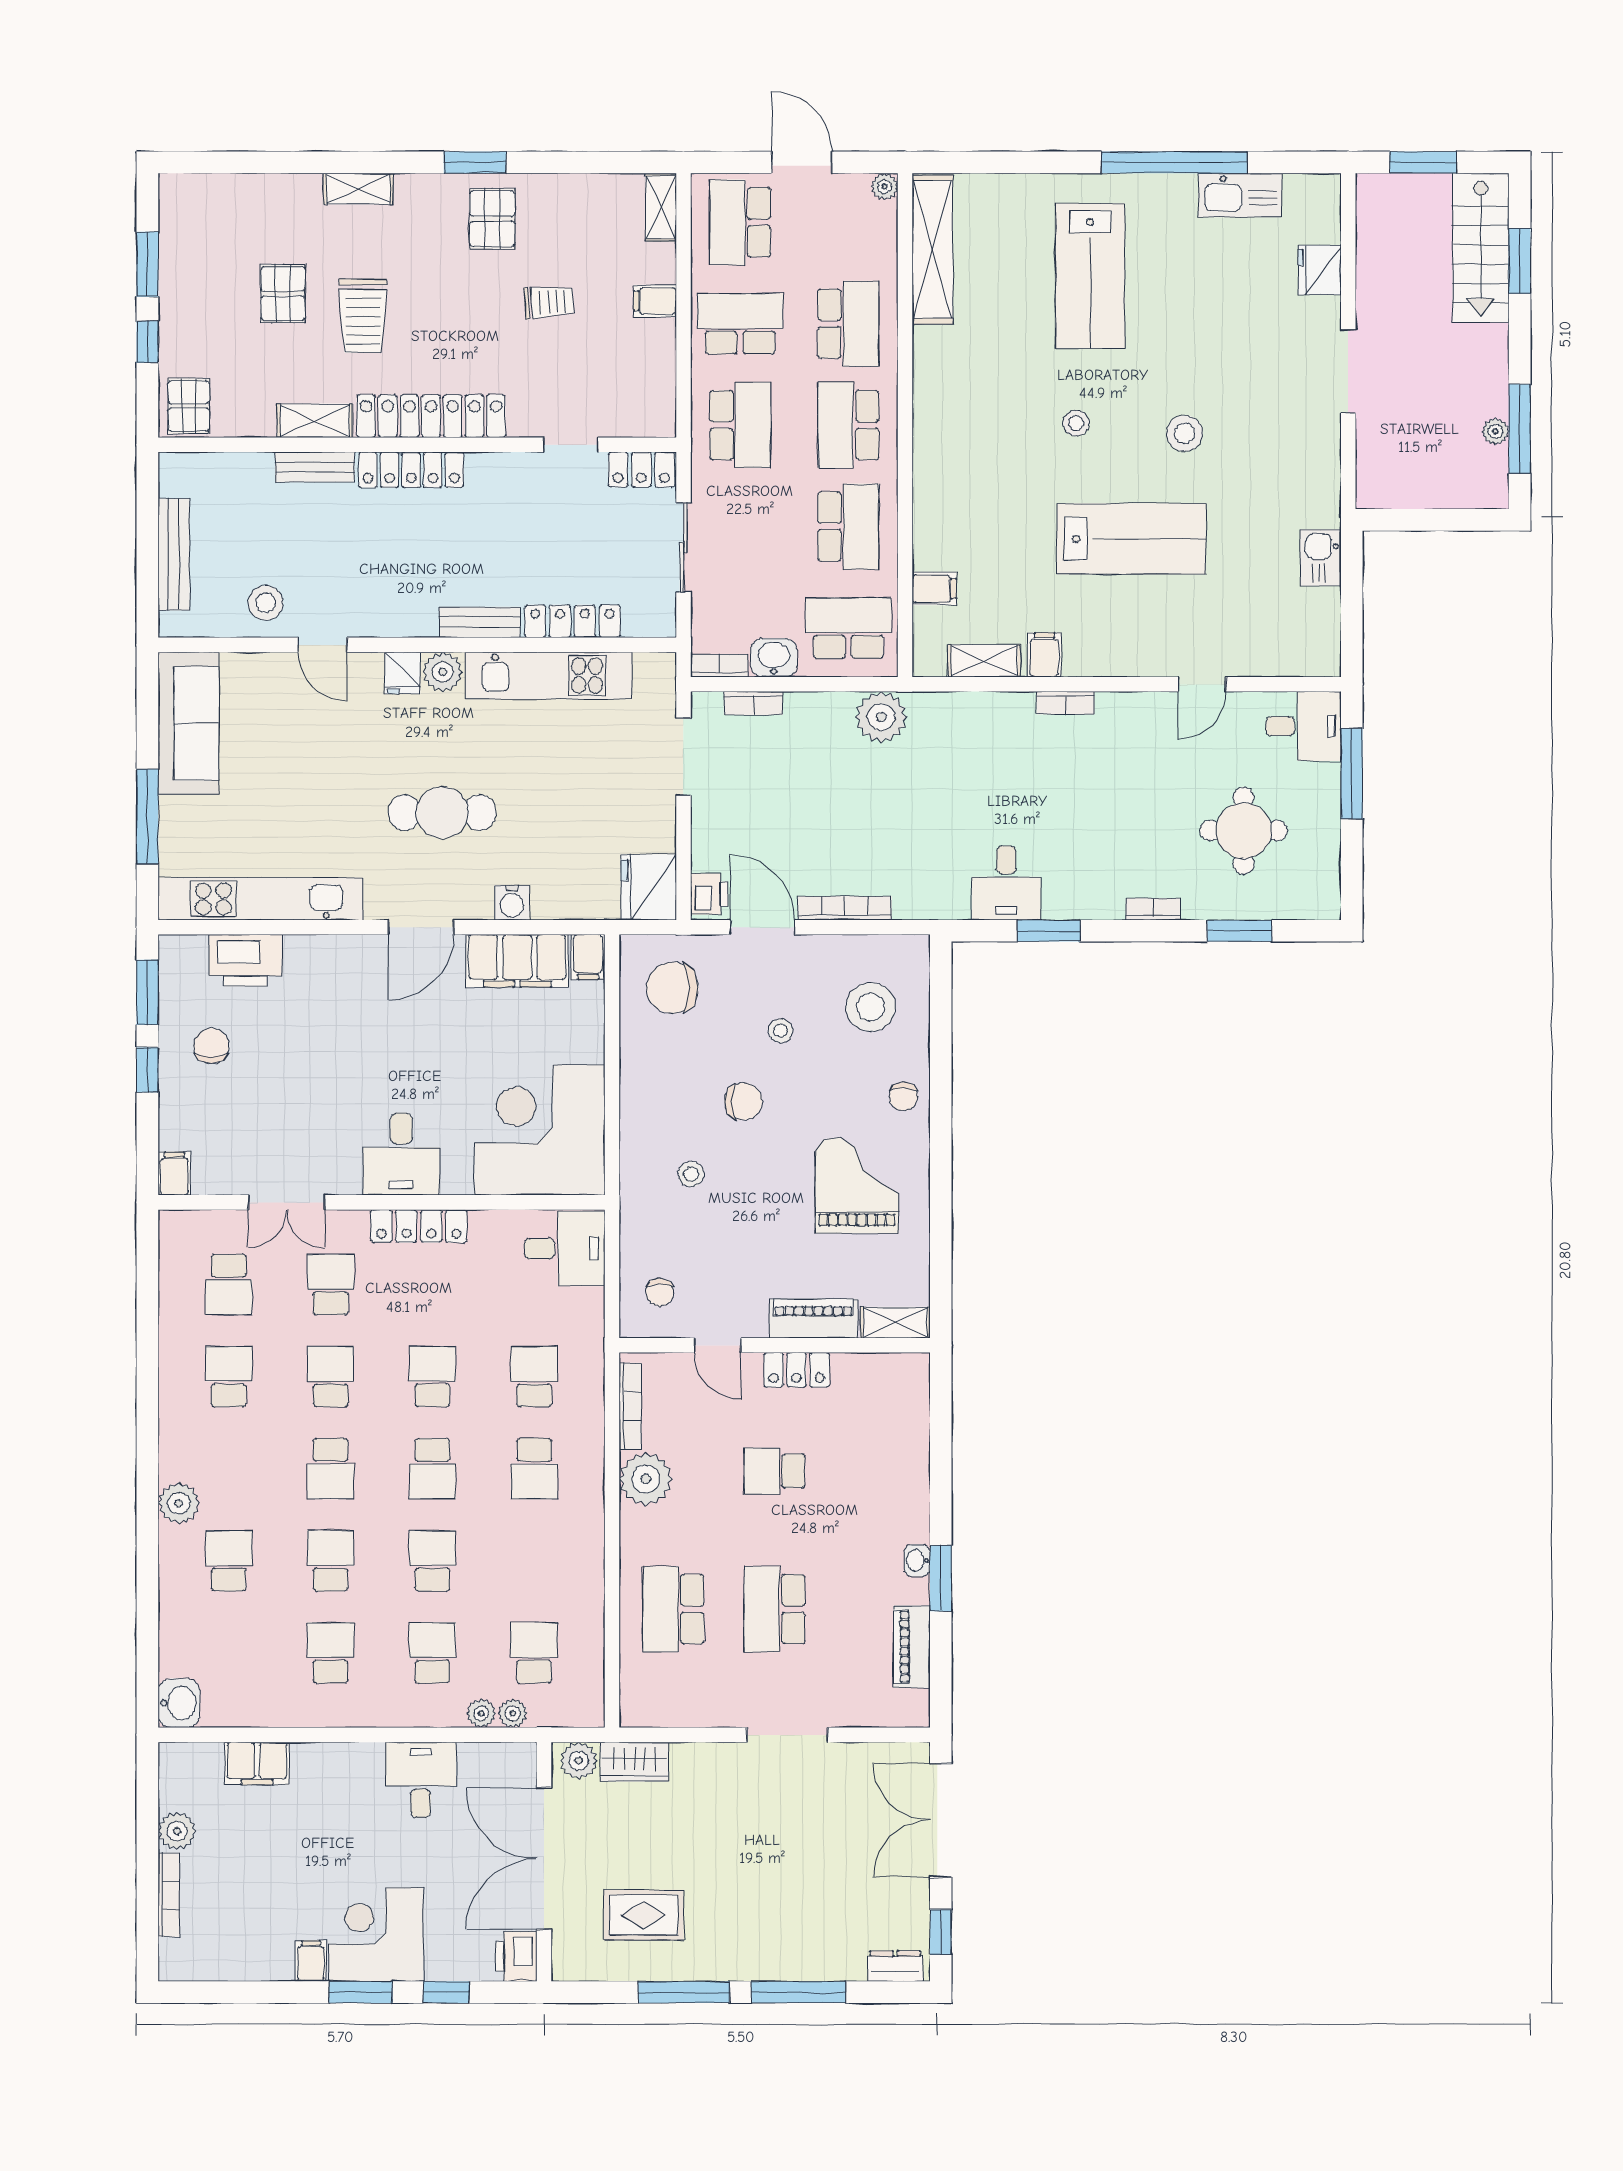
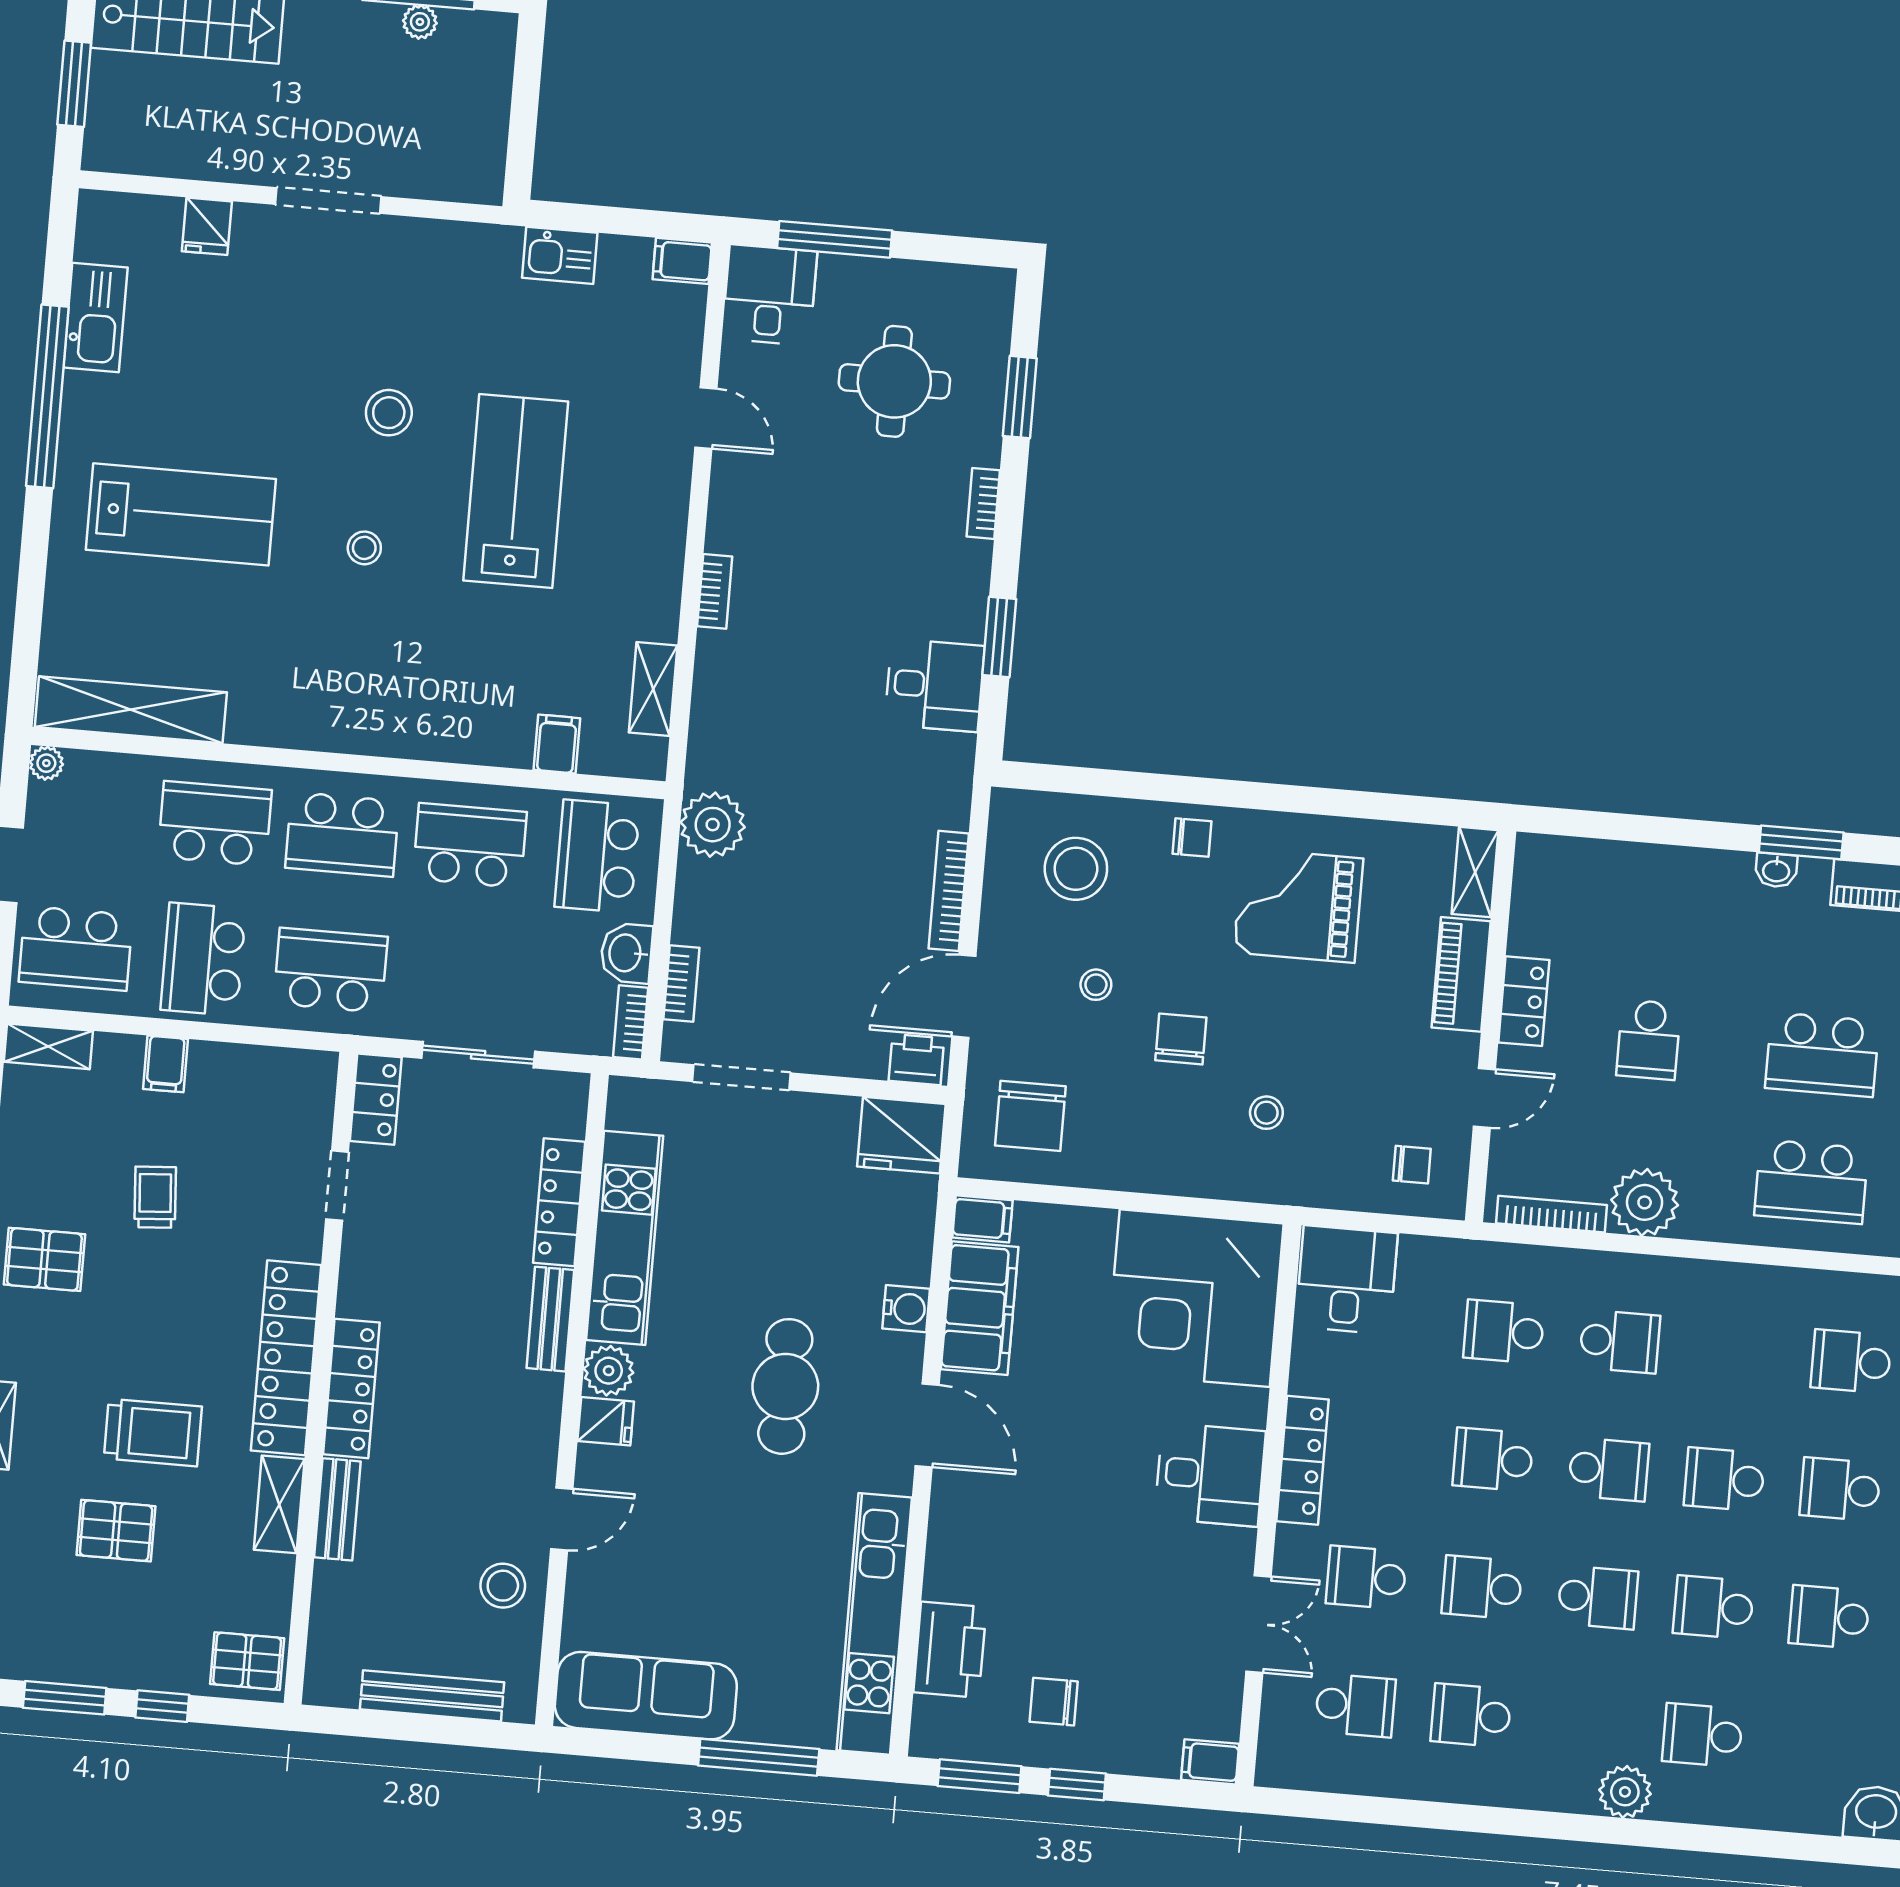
fridge: (1320, 270) -> (207, 226), width x0.72
filing cabinet: (1044, 655) -> (682, 261), moved

